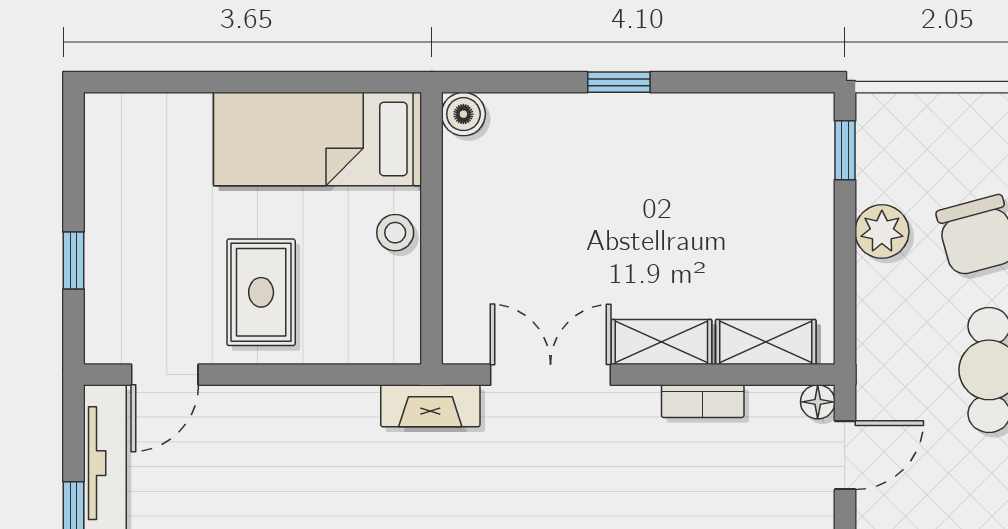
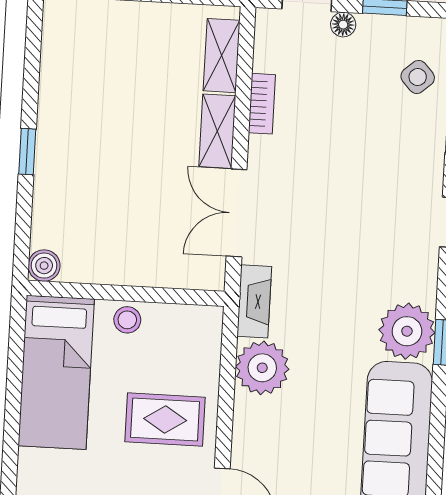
floor lamp: (818, 402) -> (343, 25), moved
plant: (340, 422) -> (262, 368), added

